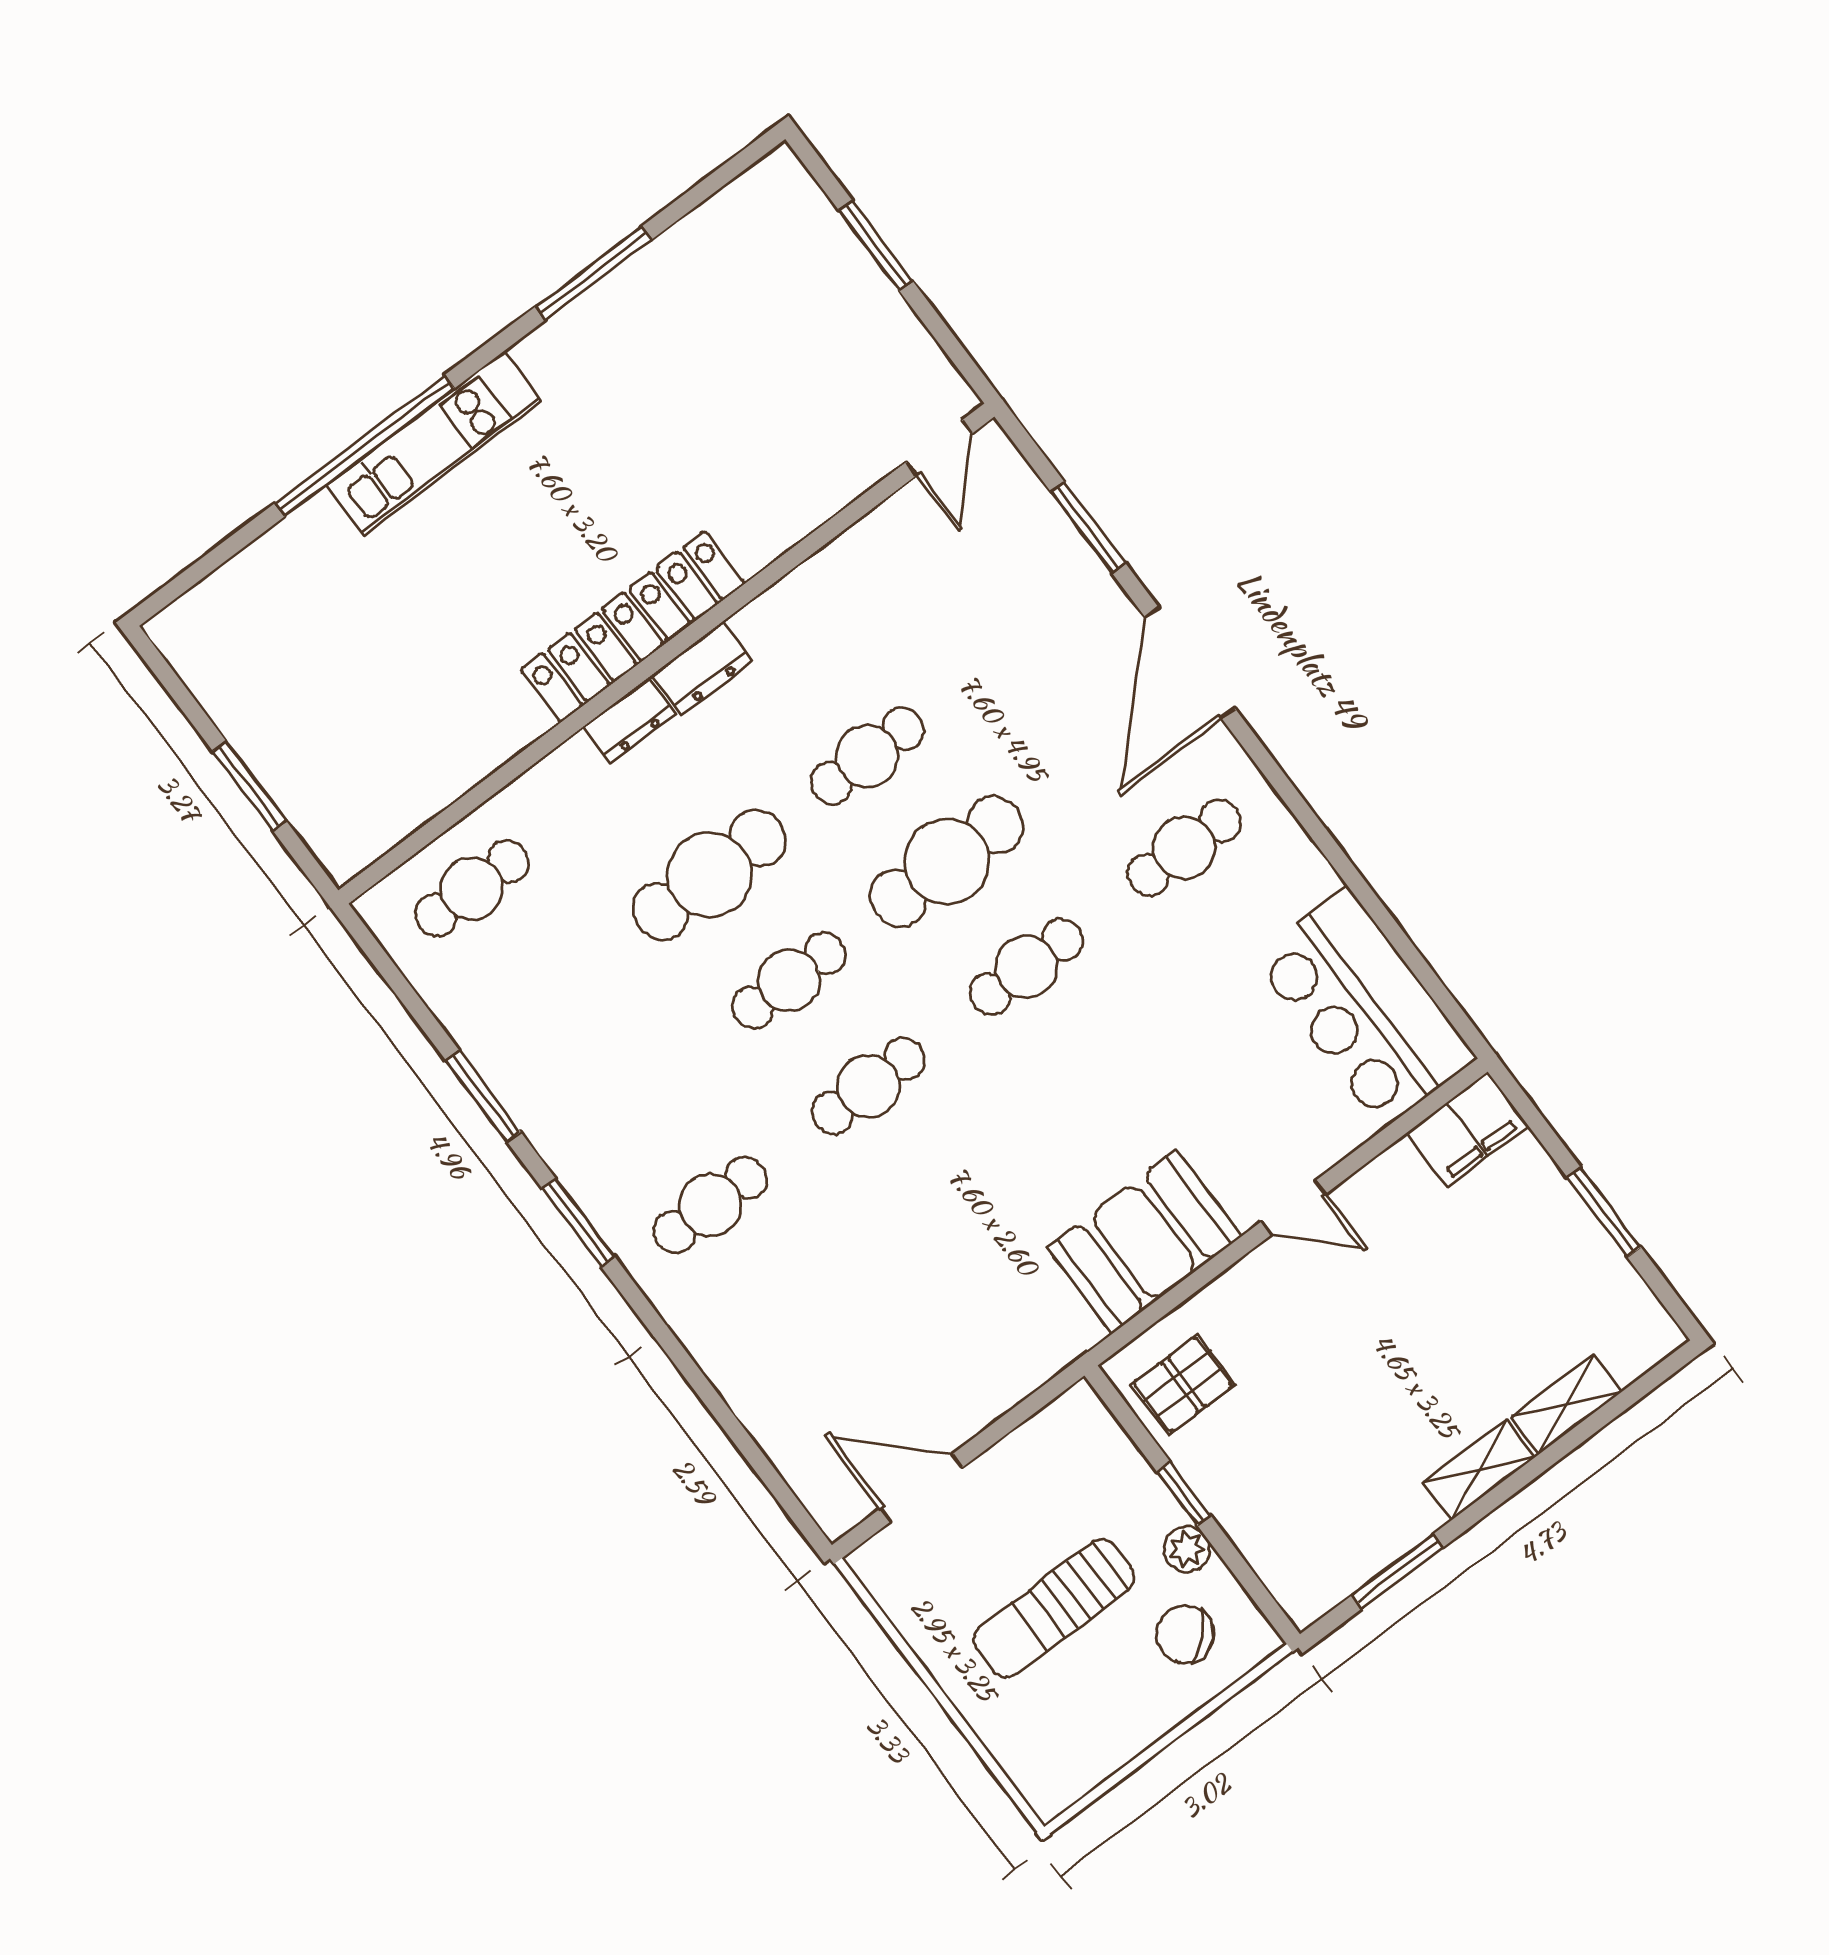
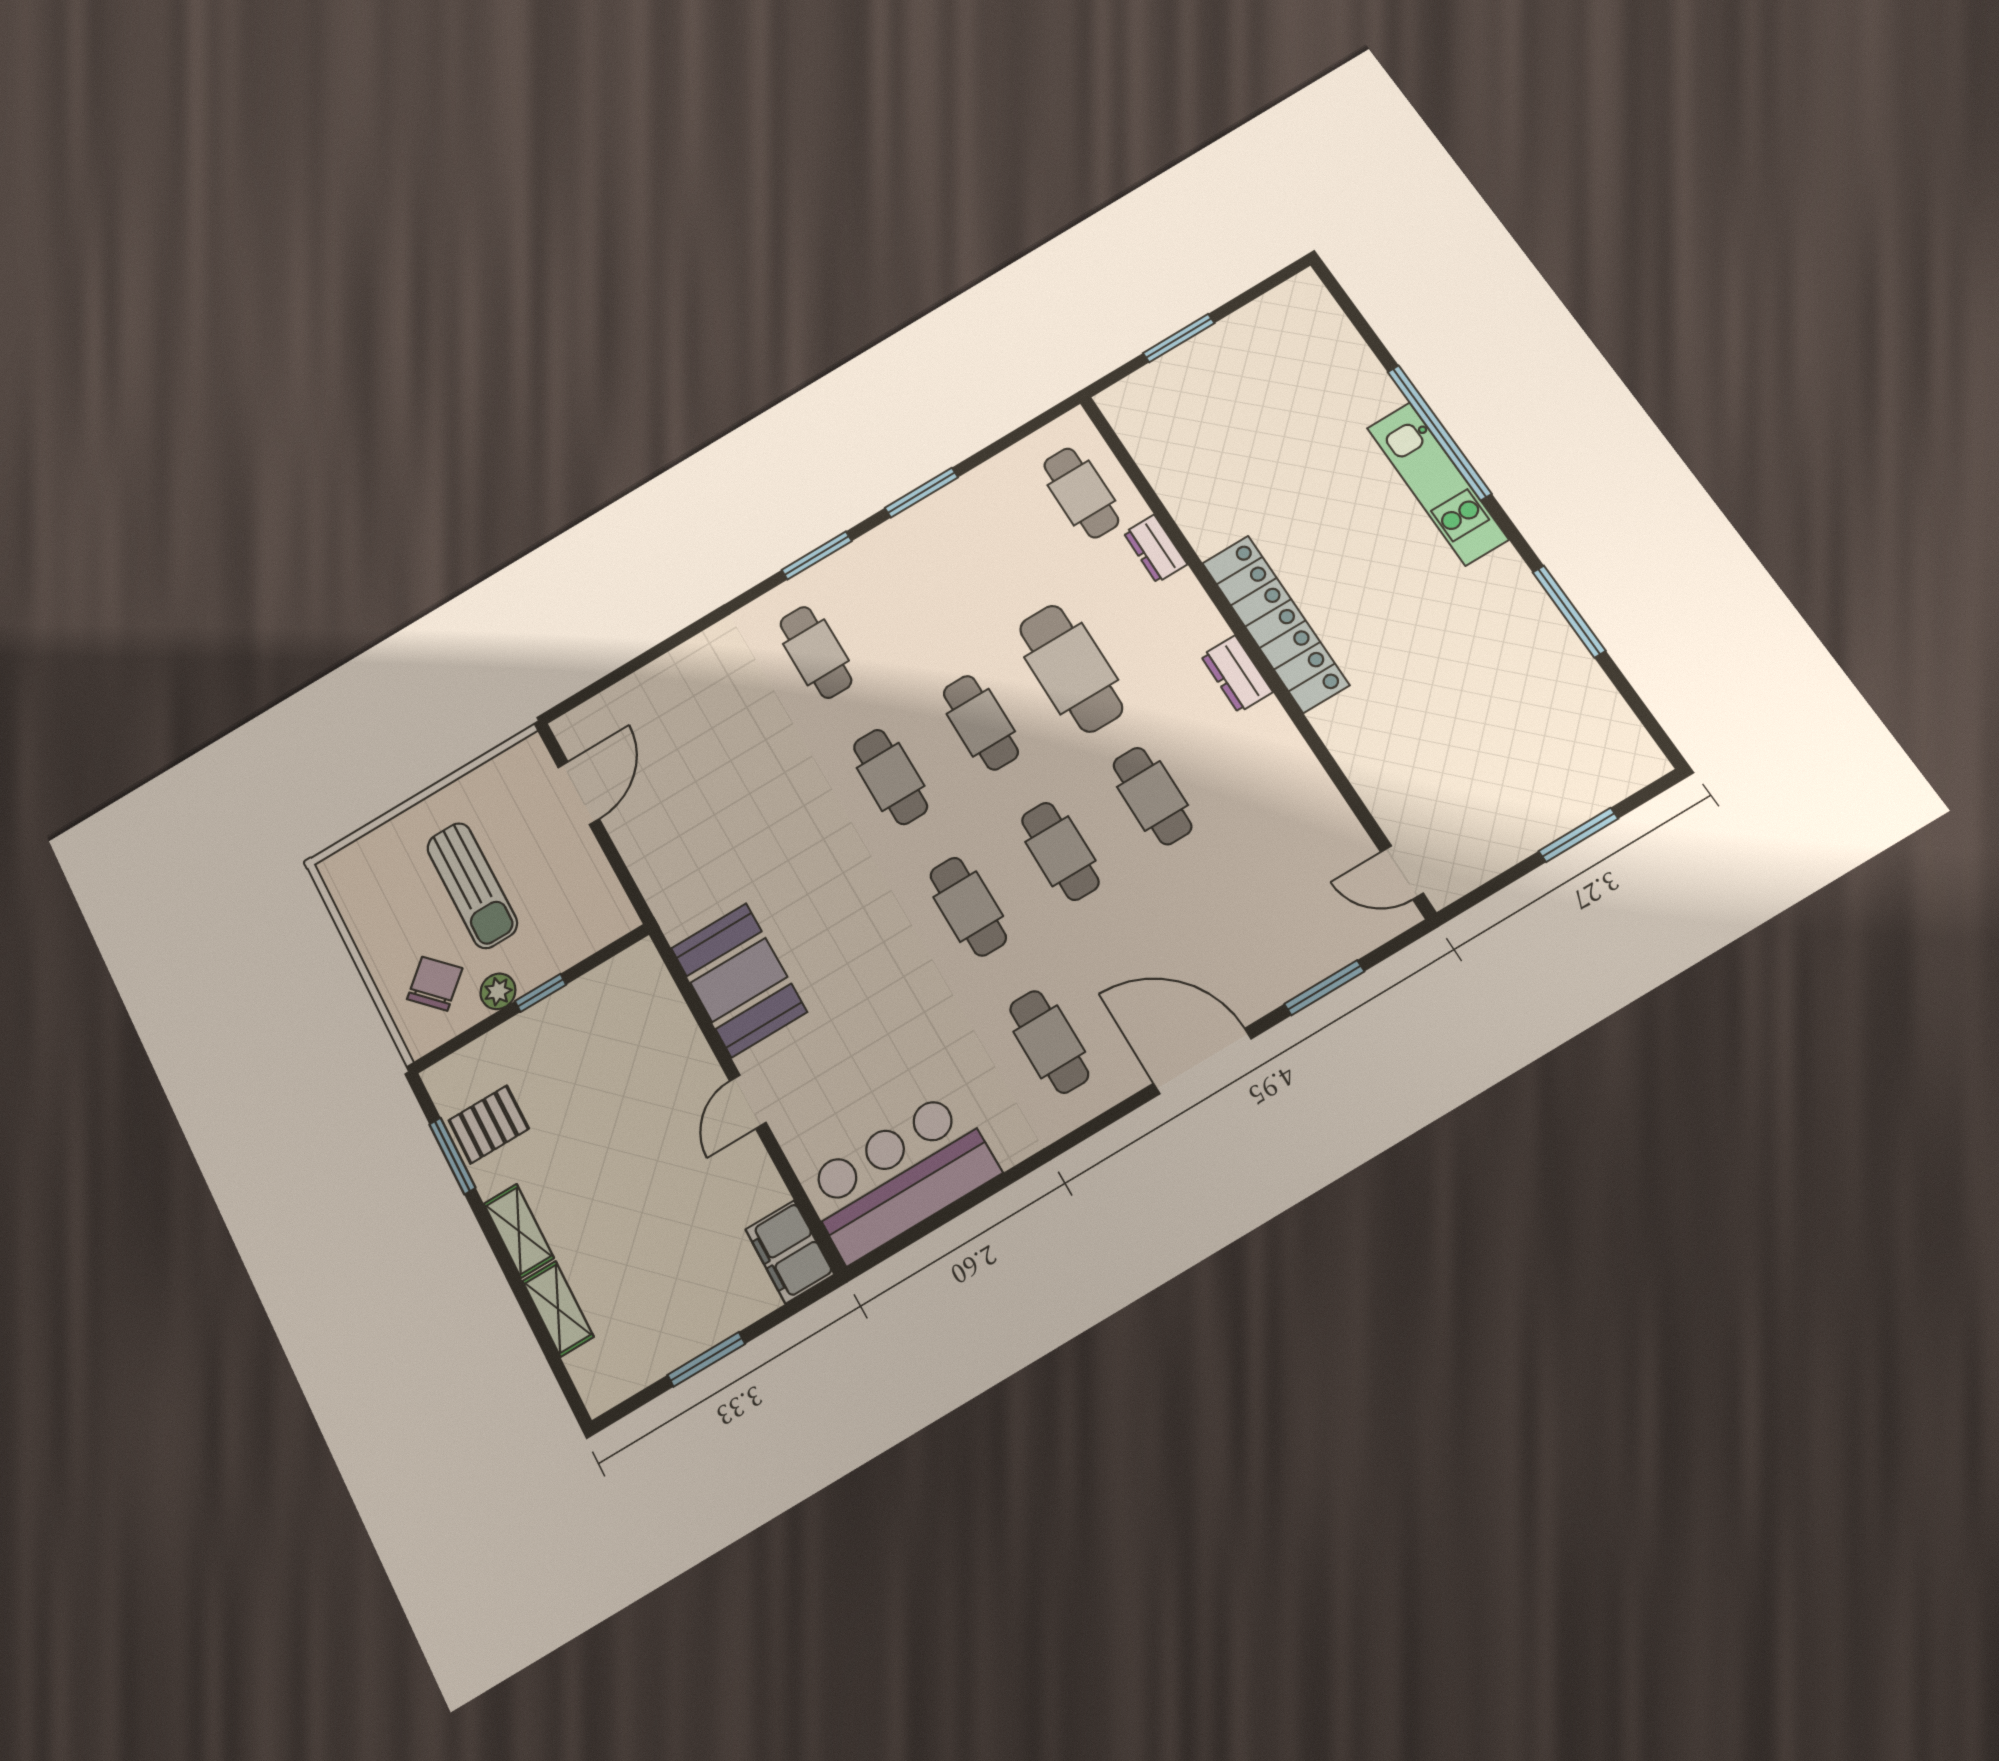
dresser: (629, 720) -> (1155, 549), moved
cafe table: (947, 861) -> (1060, 851), width x0.73, depth x0.74
pallet: (1183, 1385) -> (489, 1125), moved, turned 90
sun lounger: (1054, 1608) -> (472, 885), turned 180

